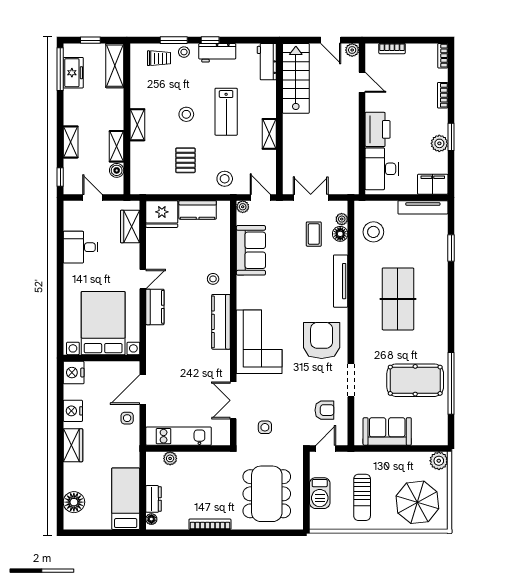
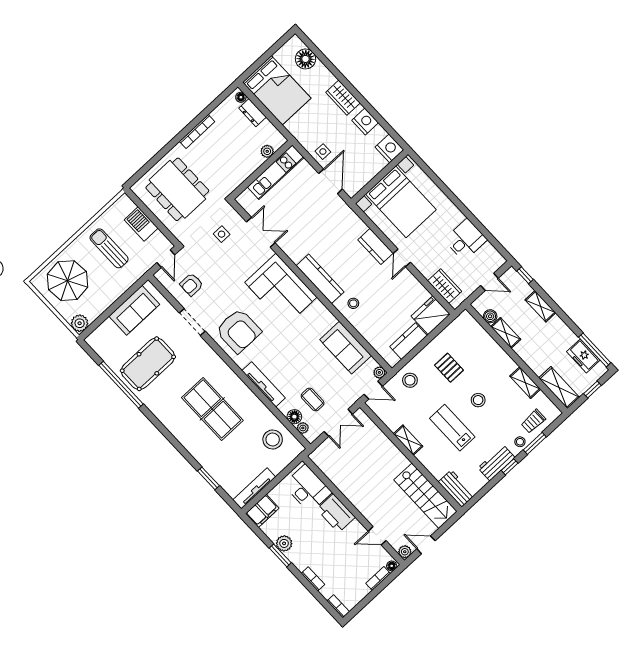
floor lamp: (372, 49) -> (392, 566), added
shelving: (137, 125) -> (525, 383), moved
bed: (126, 499) -> (277, 90), width x1.50

